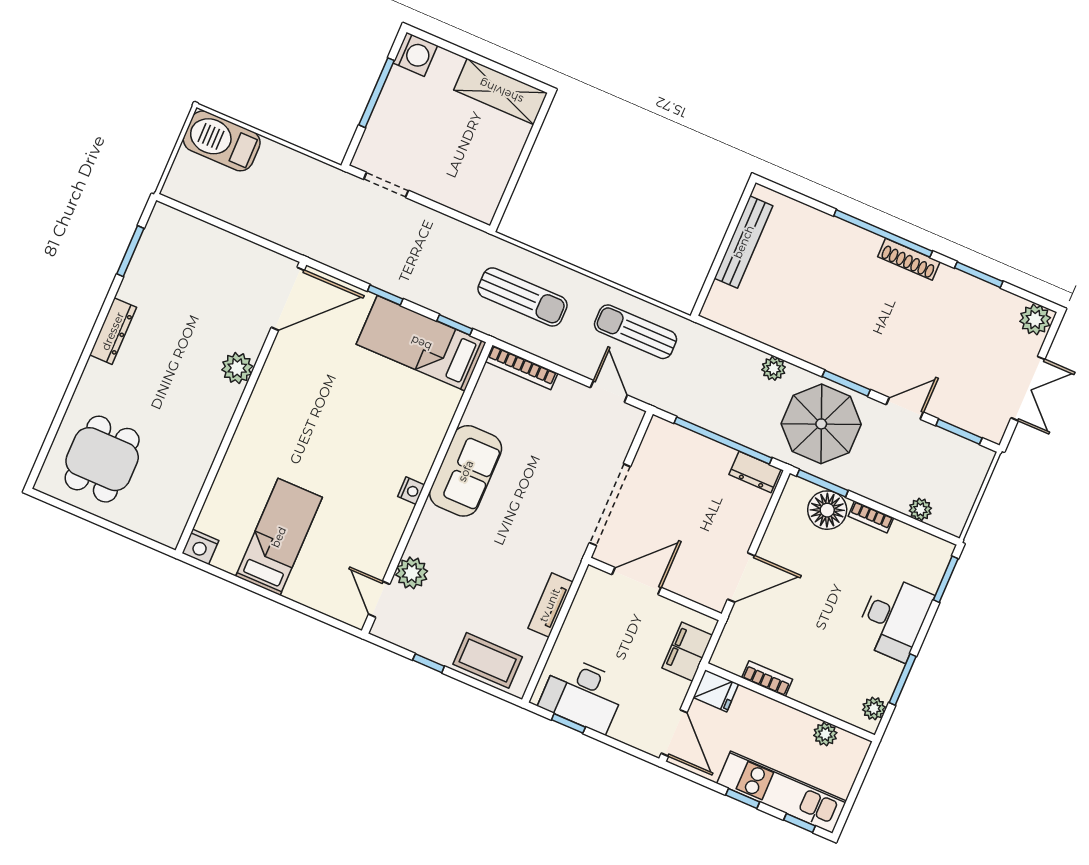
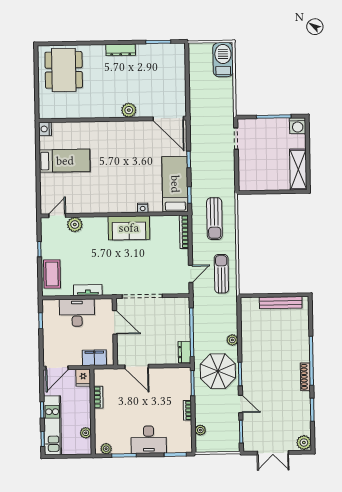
dining table: (102, 459) -> (64, 70), width x1.38
nightstand: (411, 491) -> (143, 208), moved
floor lamp: (827, 510) -> (182, 390), removed
desk: (583, 694) -> (77, 313), moved, turned 90

